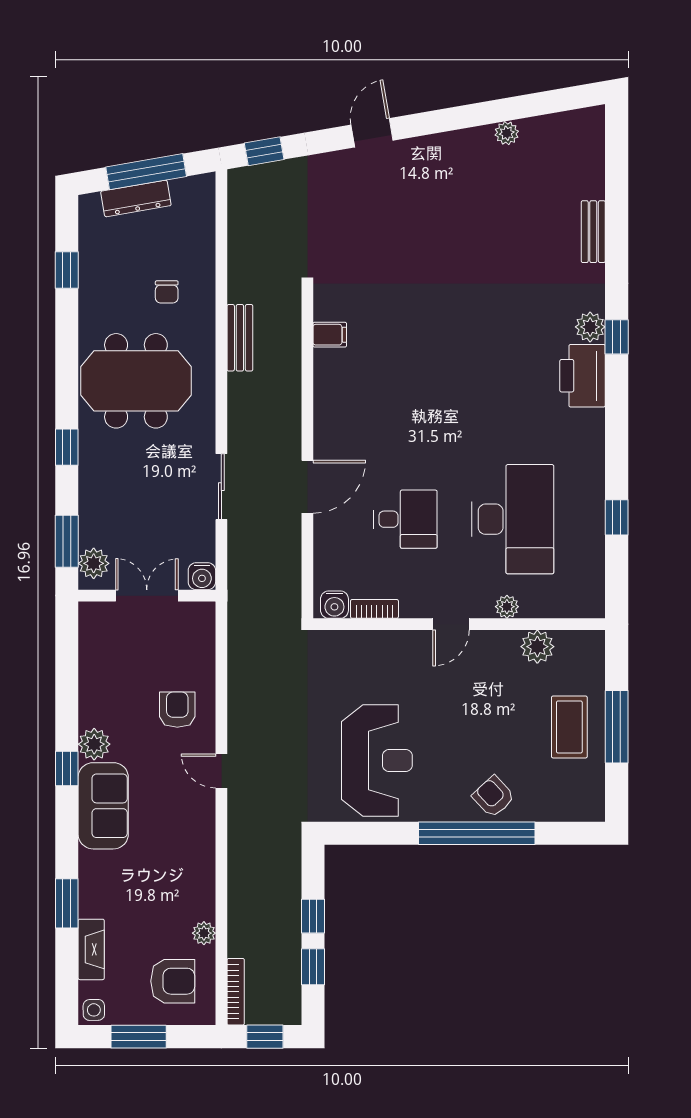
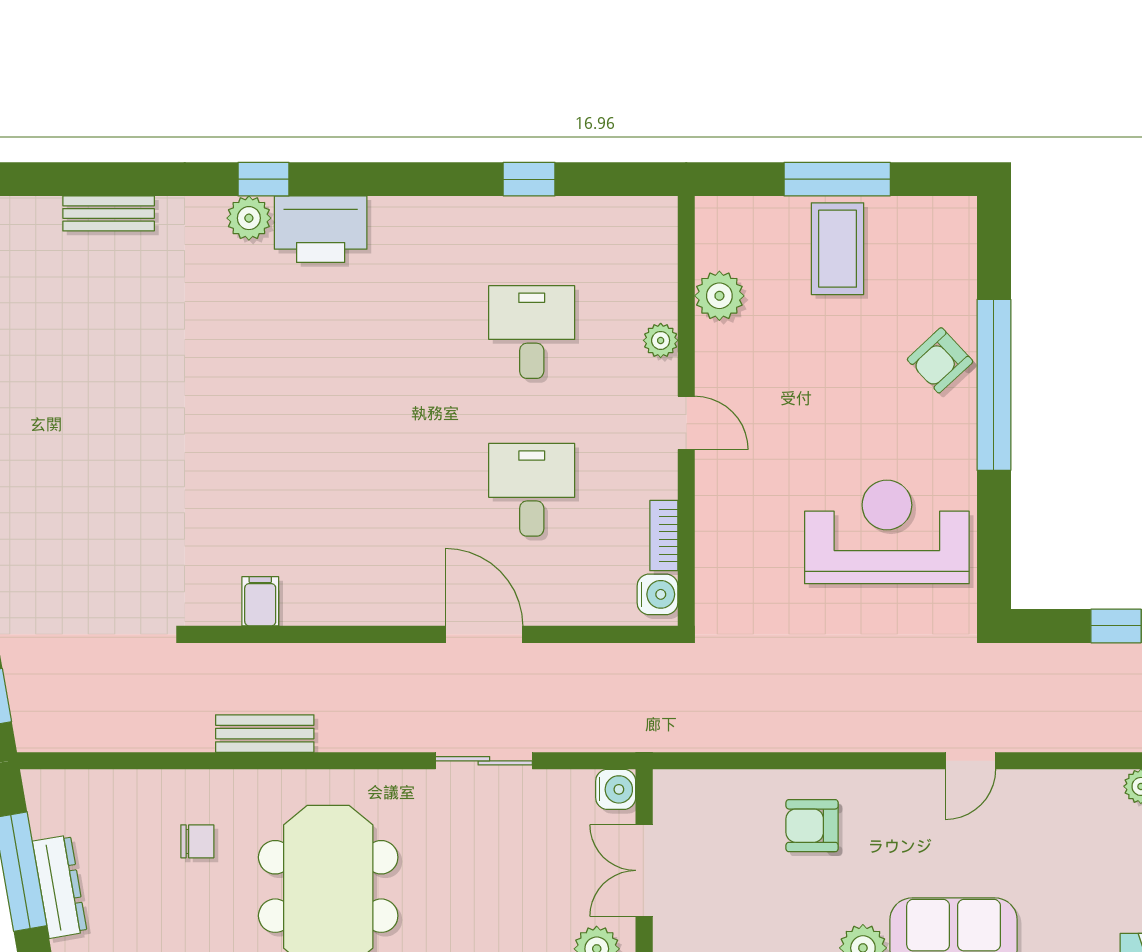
desk: (513, 519) -> (532, 332), width x0.53, depth x0.77
coffee table: (569, 727) -> (838, 249), turned 90
door: (221, 771) -> (970, 761), moved

